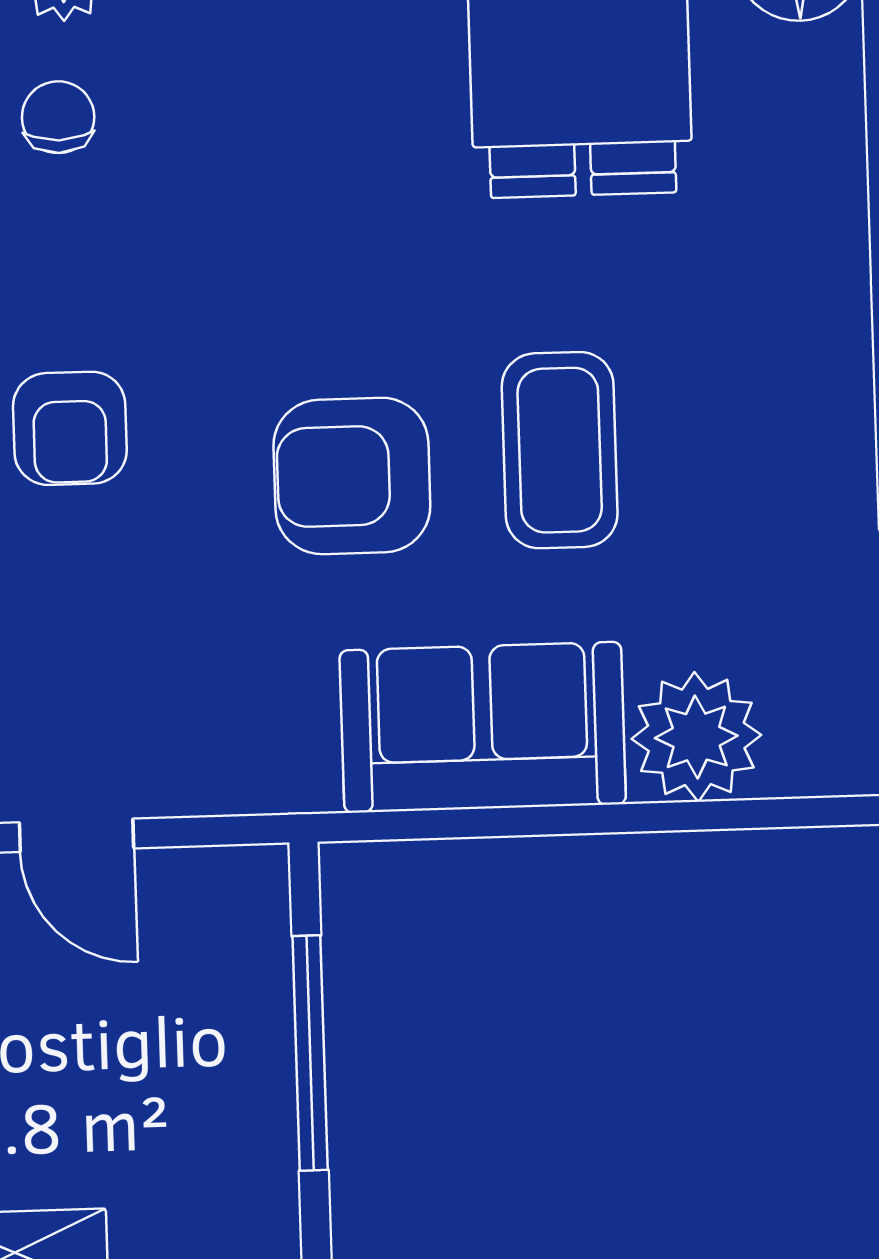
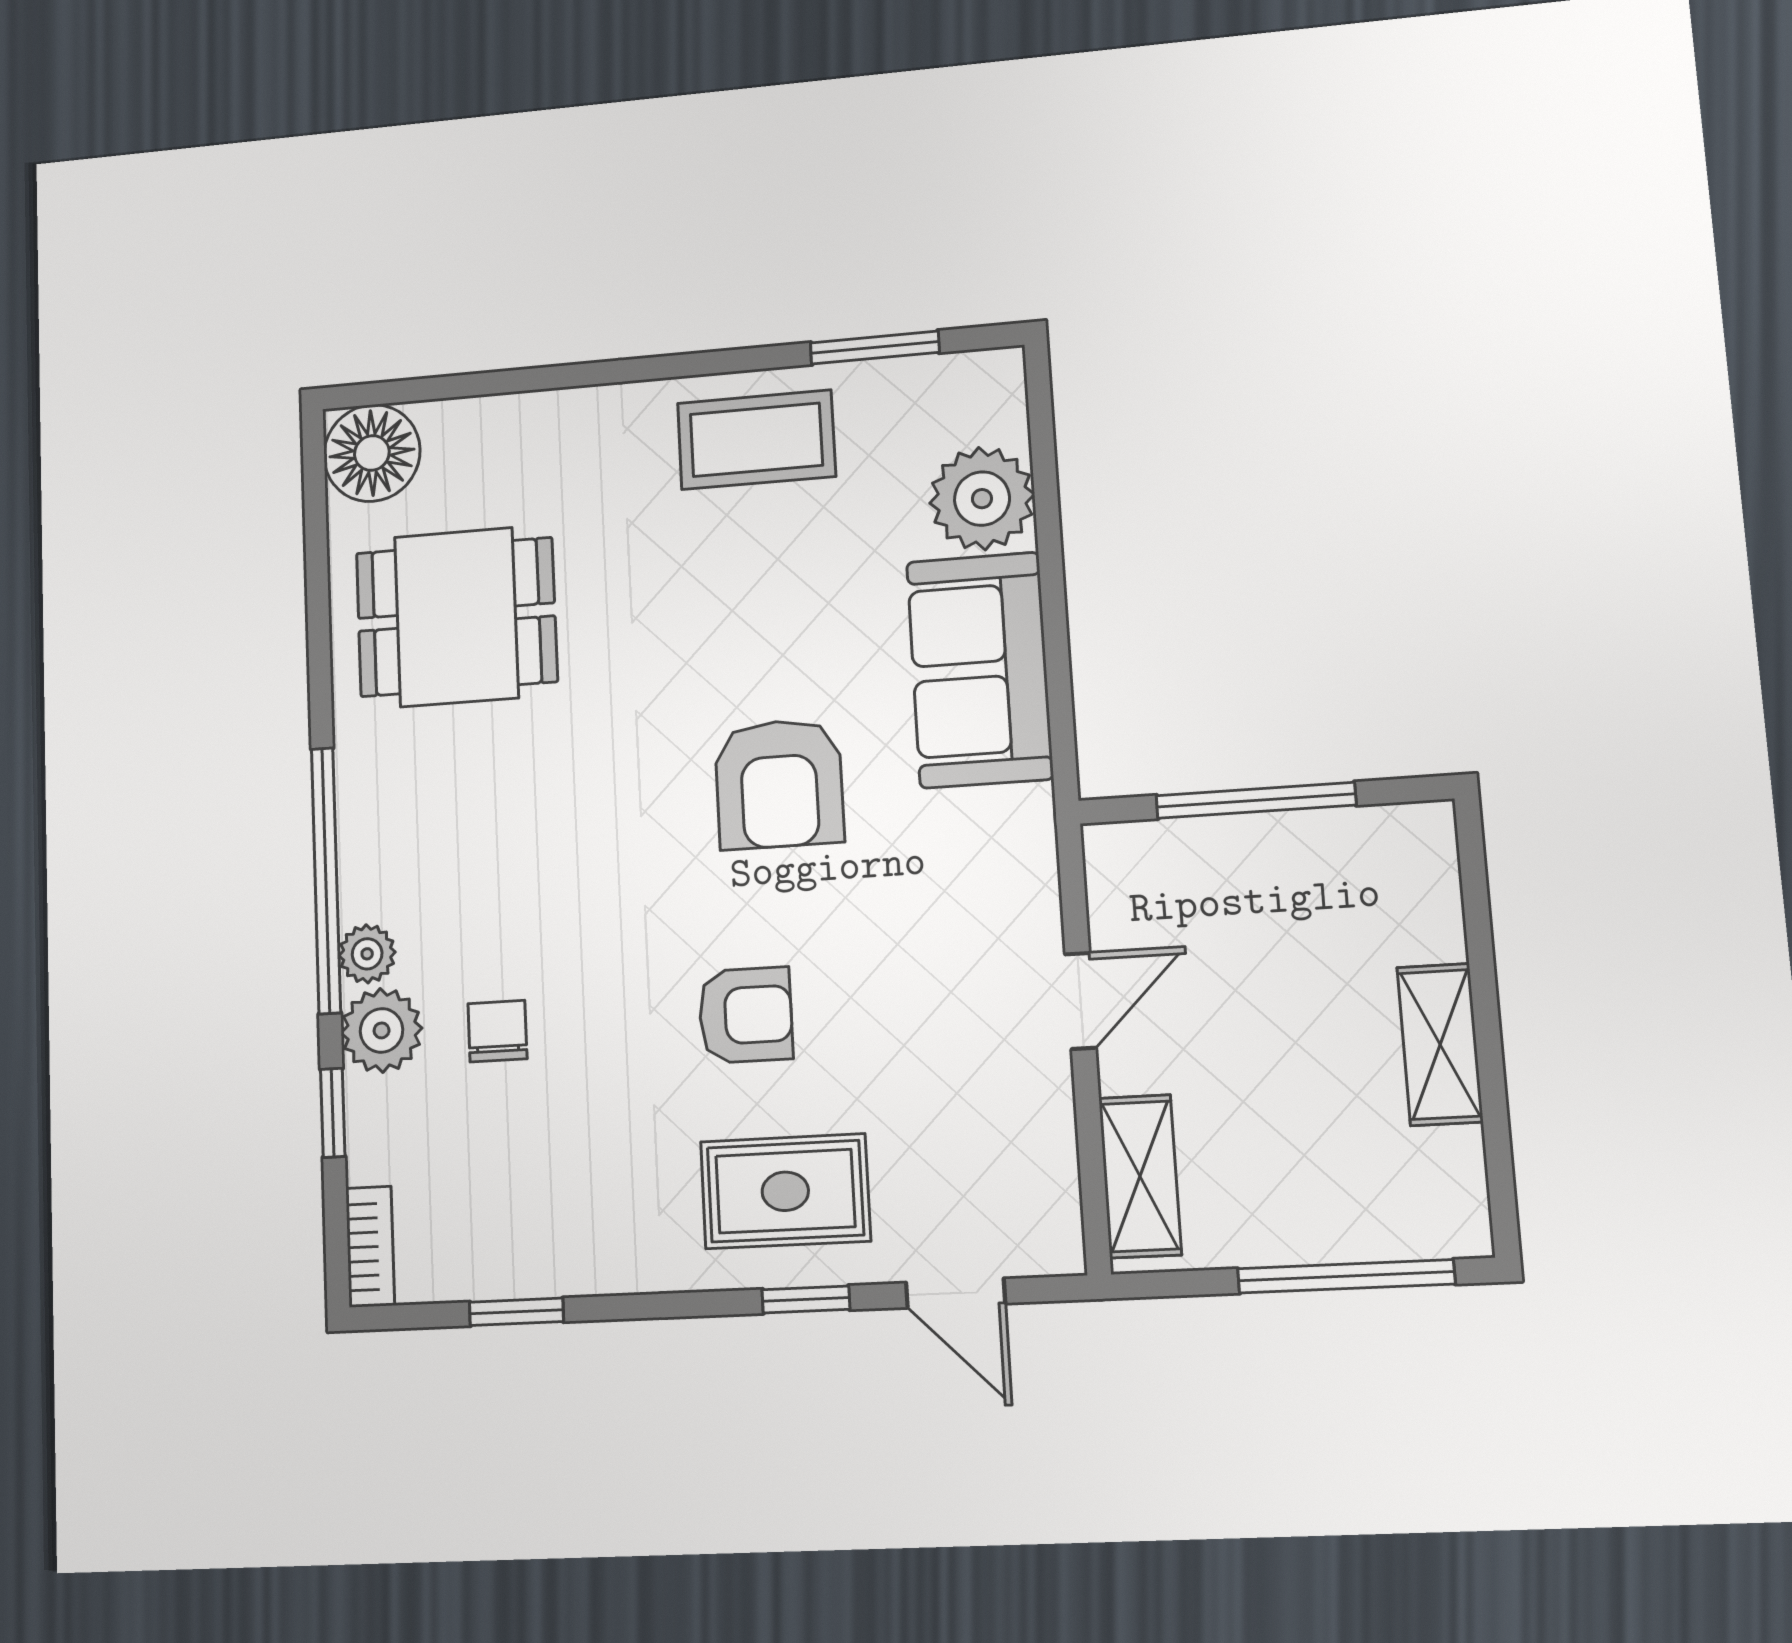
chair: (58, 117) -> (497, 1031), turned 90
coffee table: (560, 450) -> (756, 440), moved

